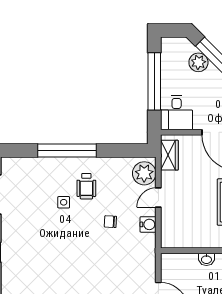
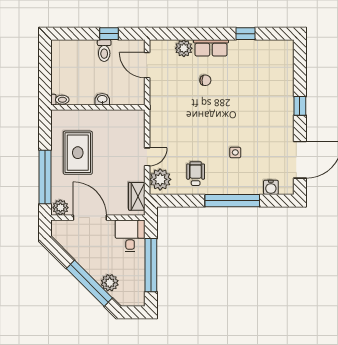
wheelchair: (86, 186) -> (196, 174), moved
chair: (110, 222) -> (205, 80), moved
water cooler: (148, 224) -> (271, 187), moved, turned -90

